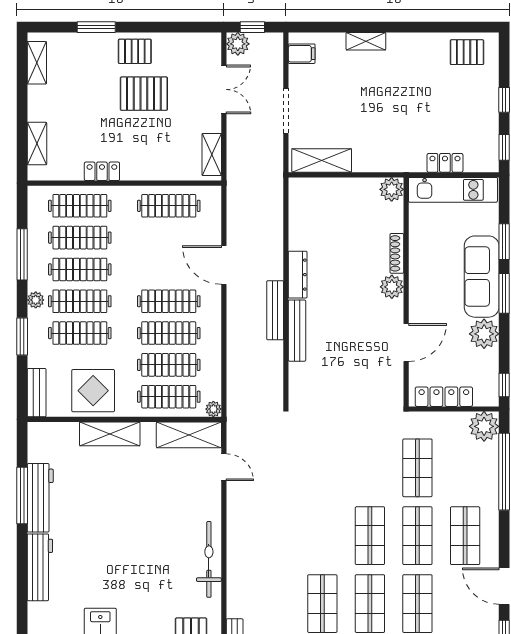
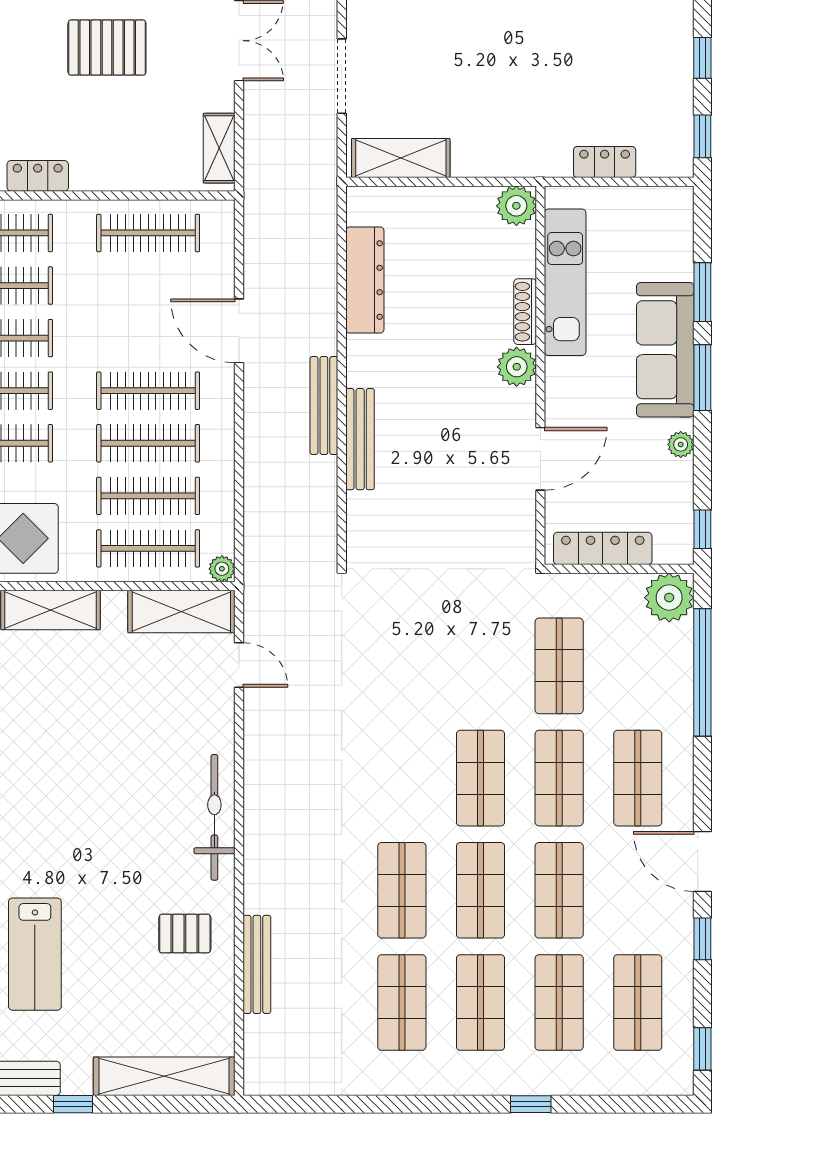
kitchen unit: (453, 190) -> (565, 282), moved, turned -90
dresser: (298, 275) -> (365, 280), moved, width x1.37, depth x1.24
plant: (484, 334) -> (681, 444), width x0.53, depth x0.53

